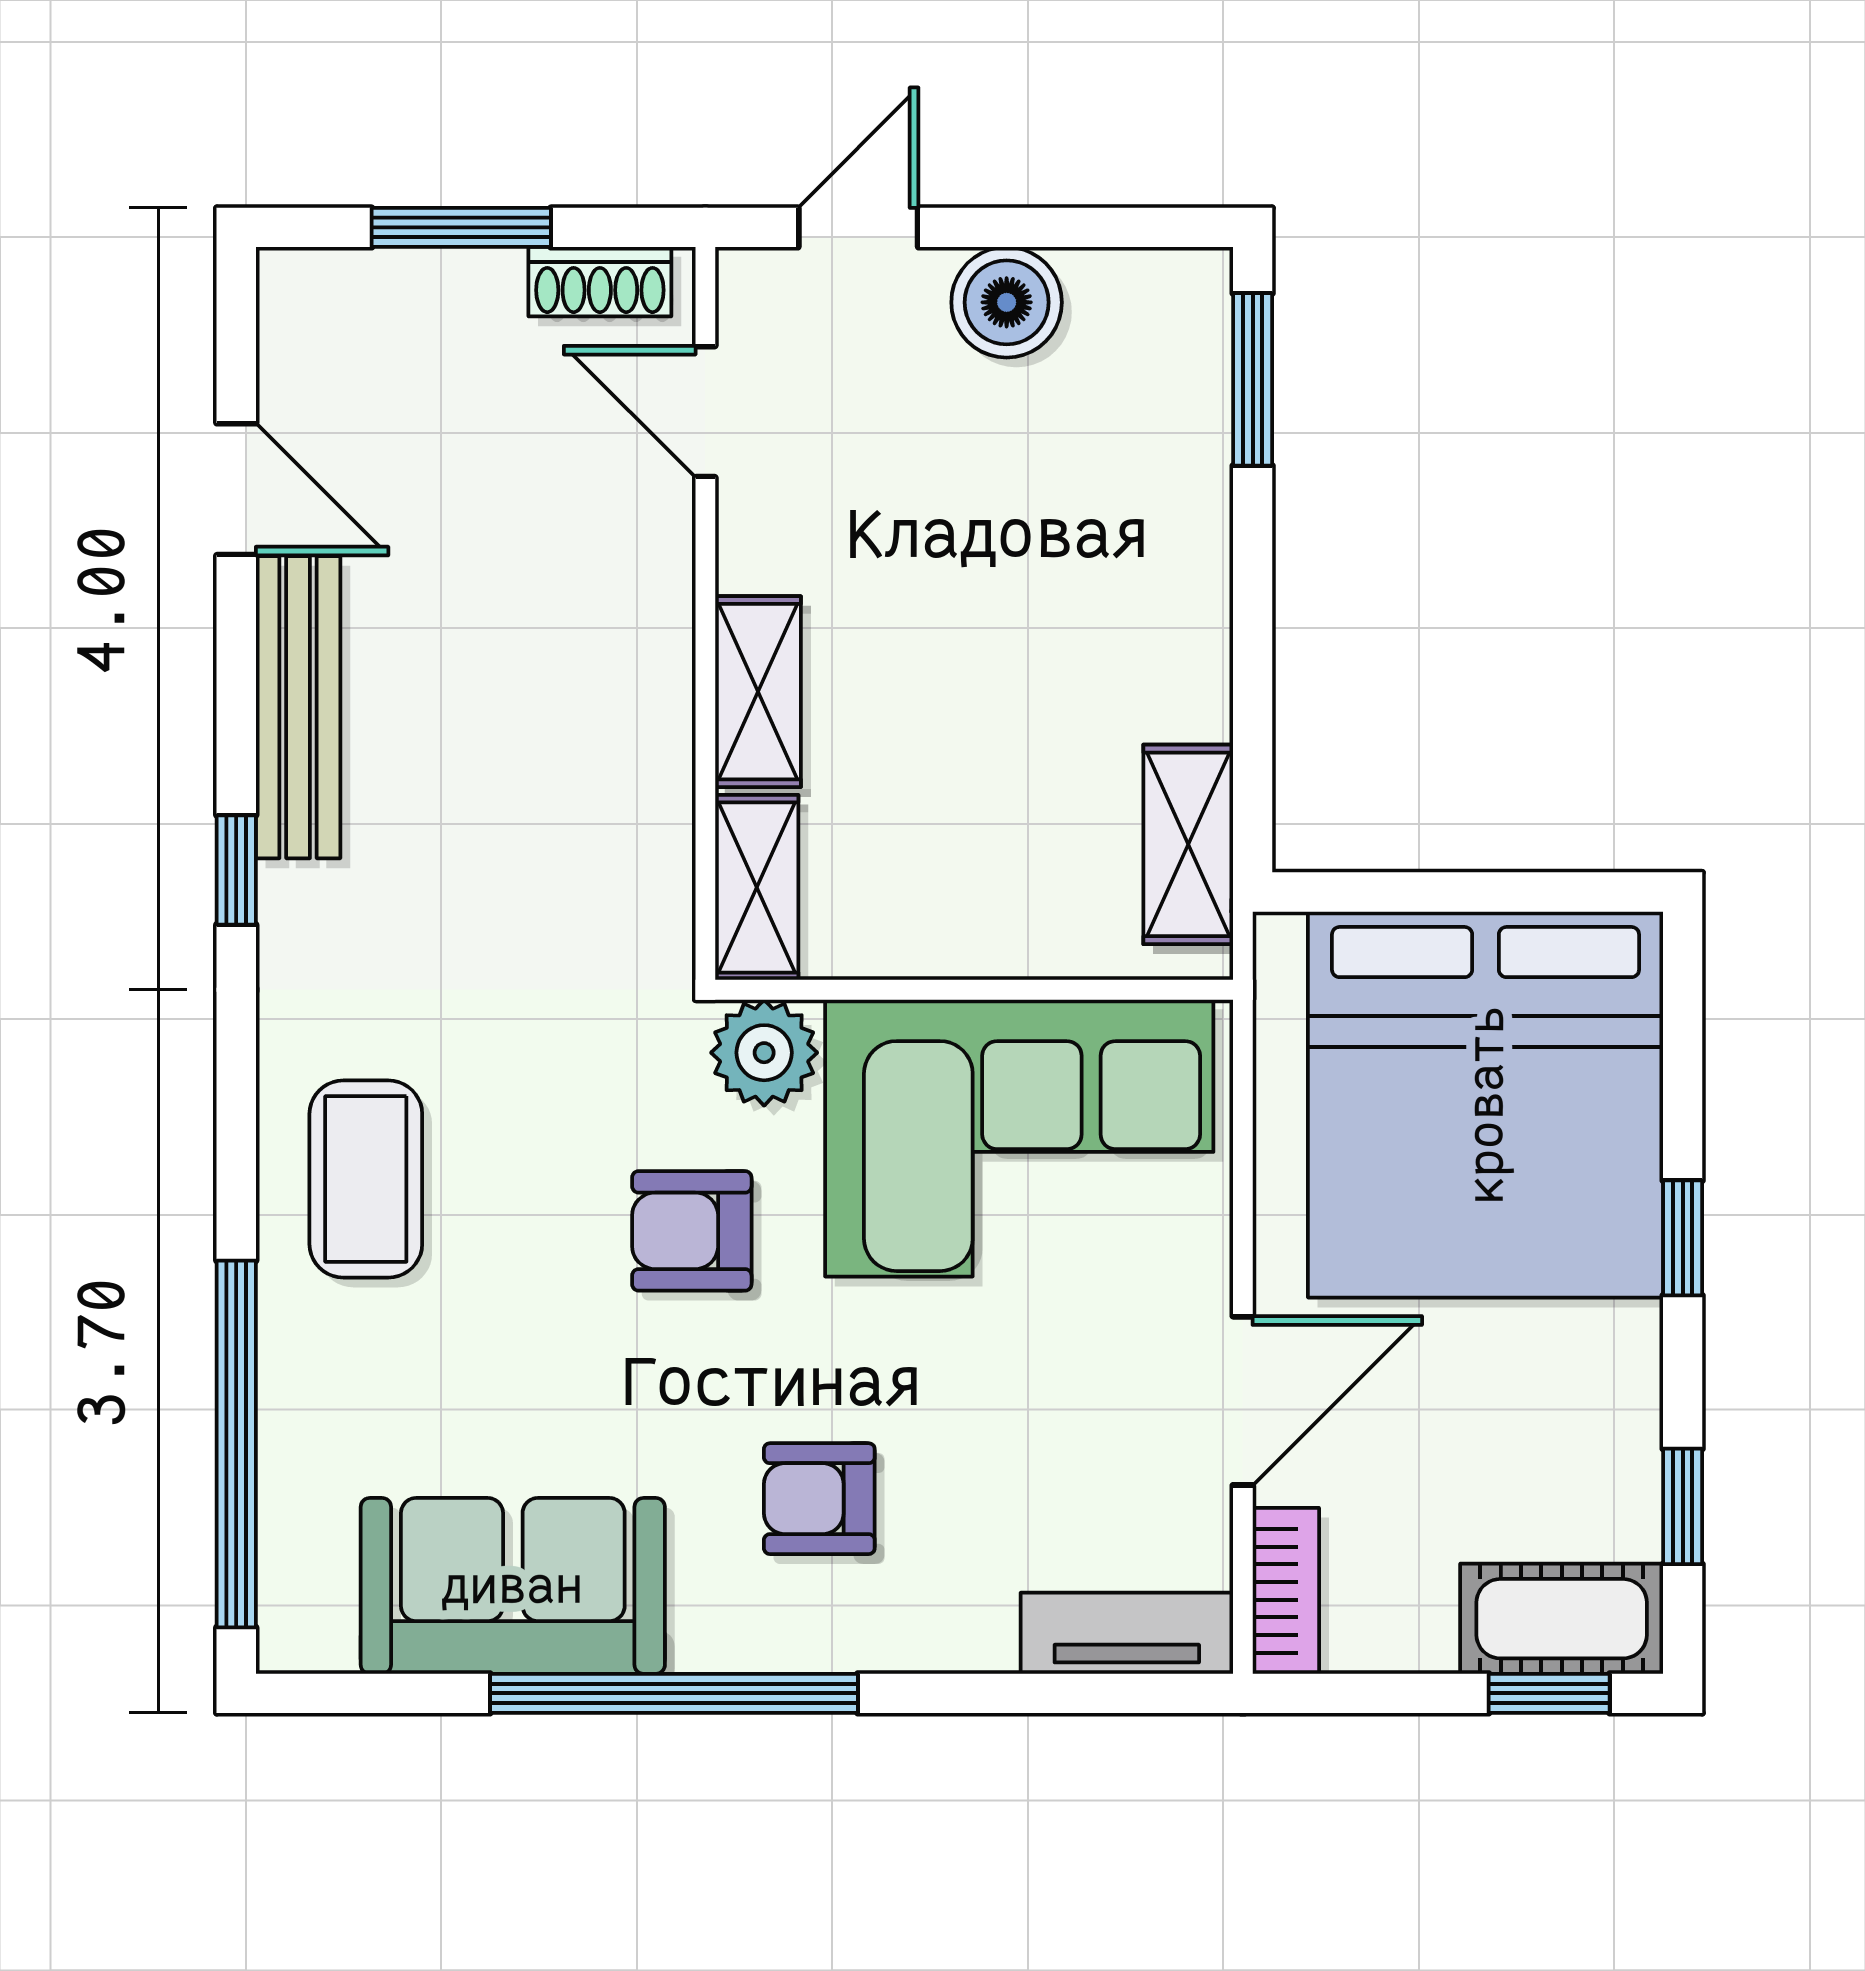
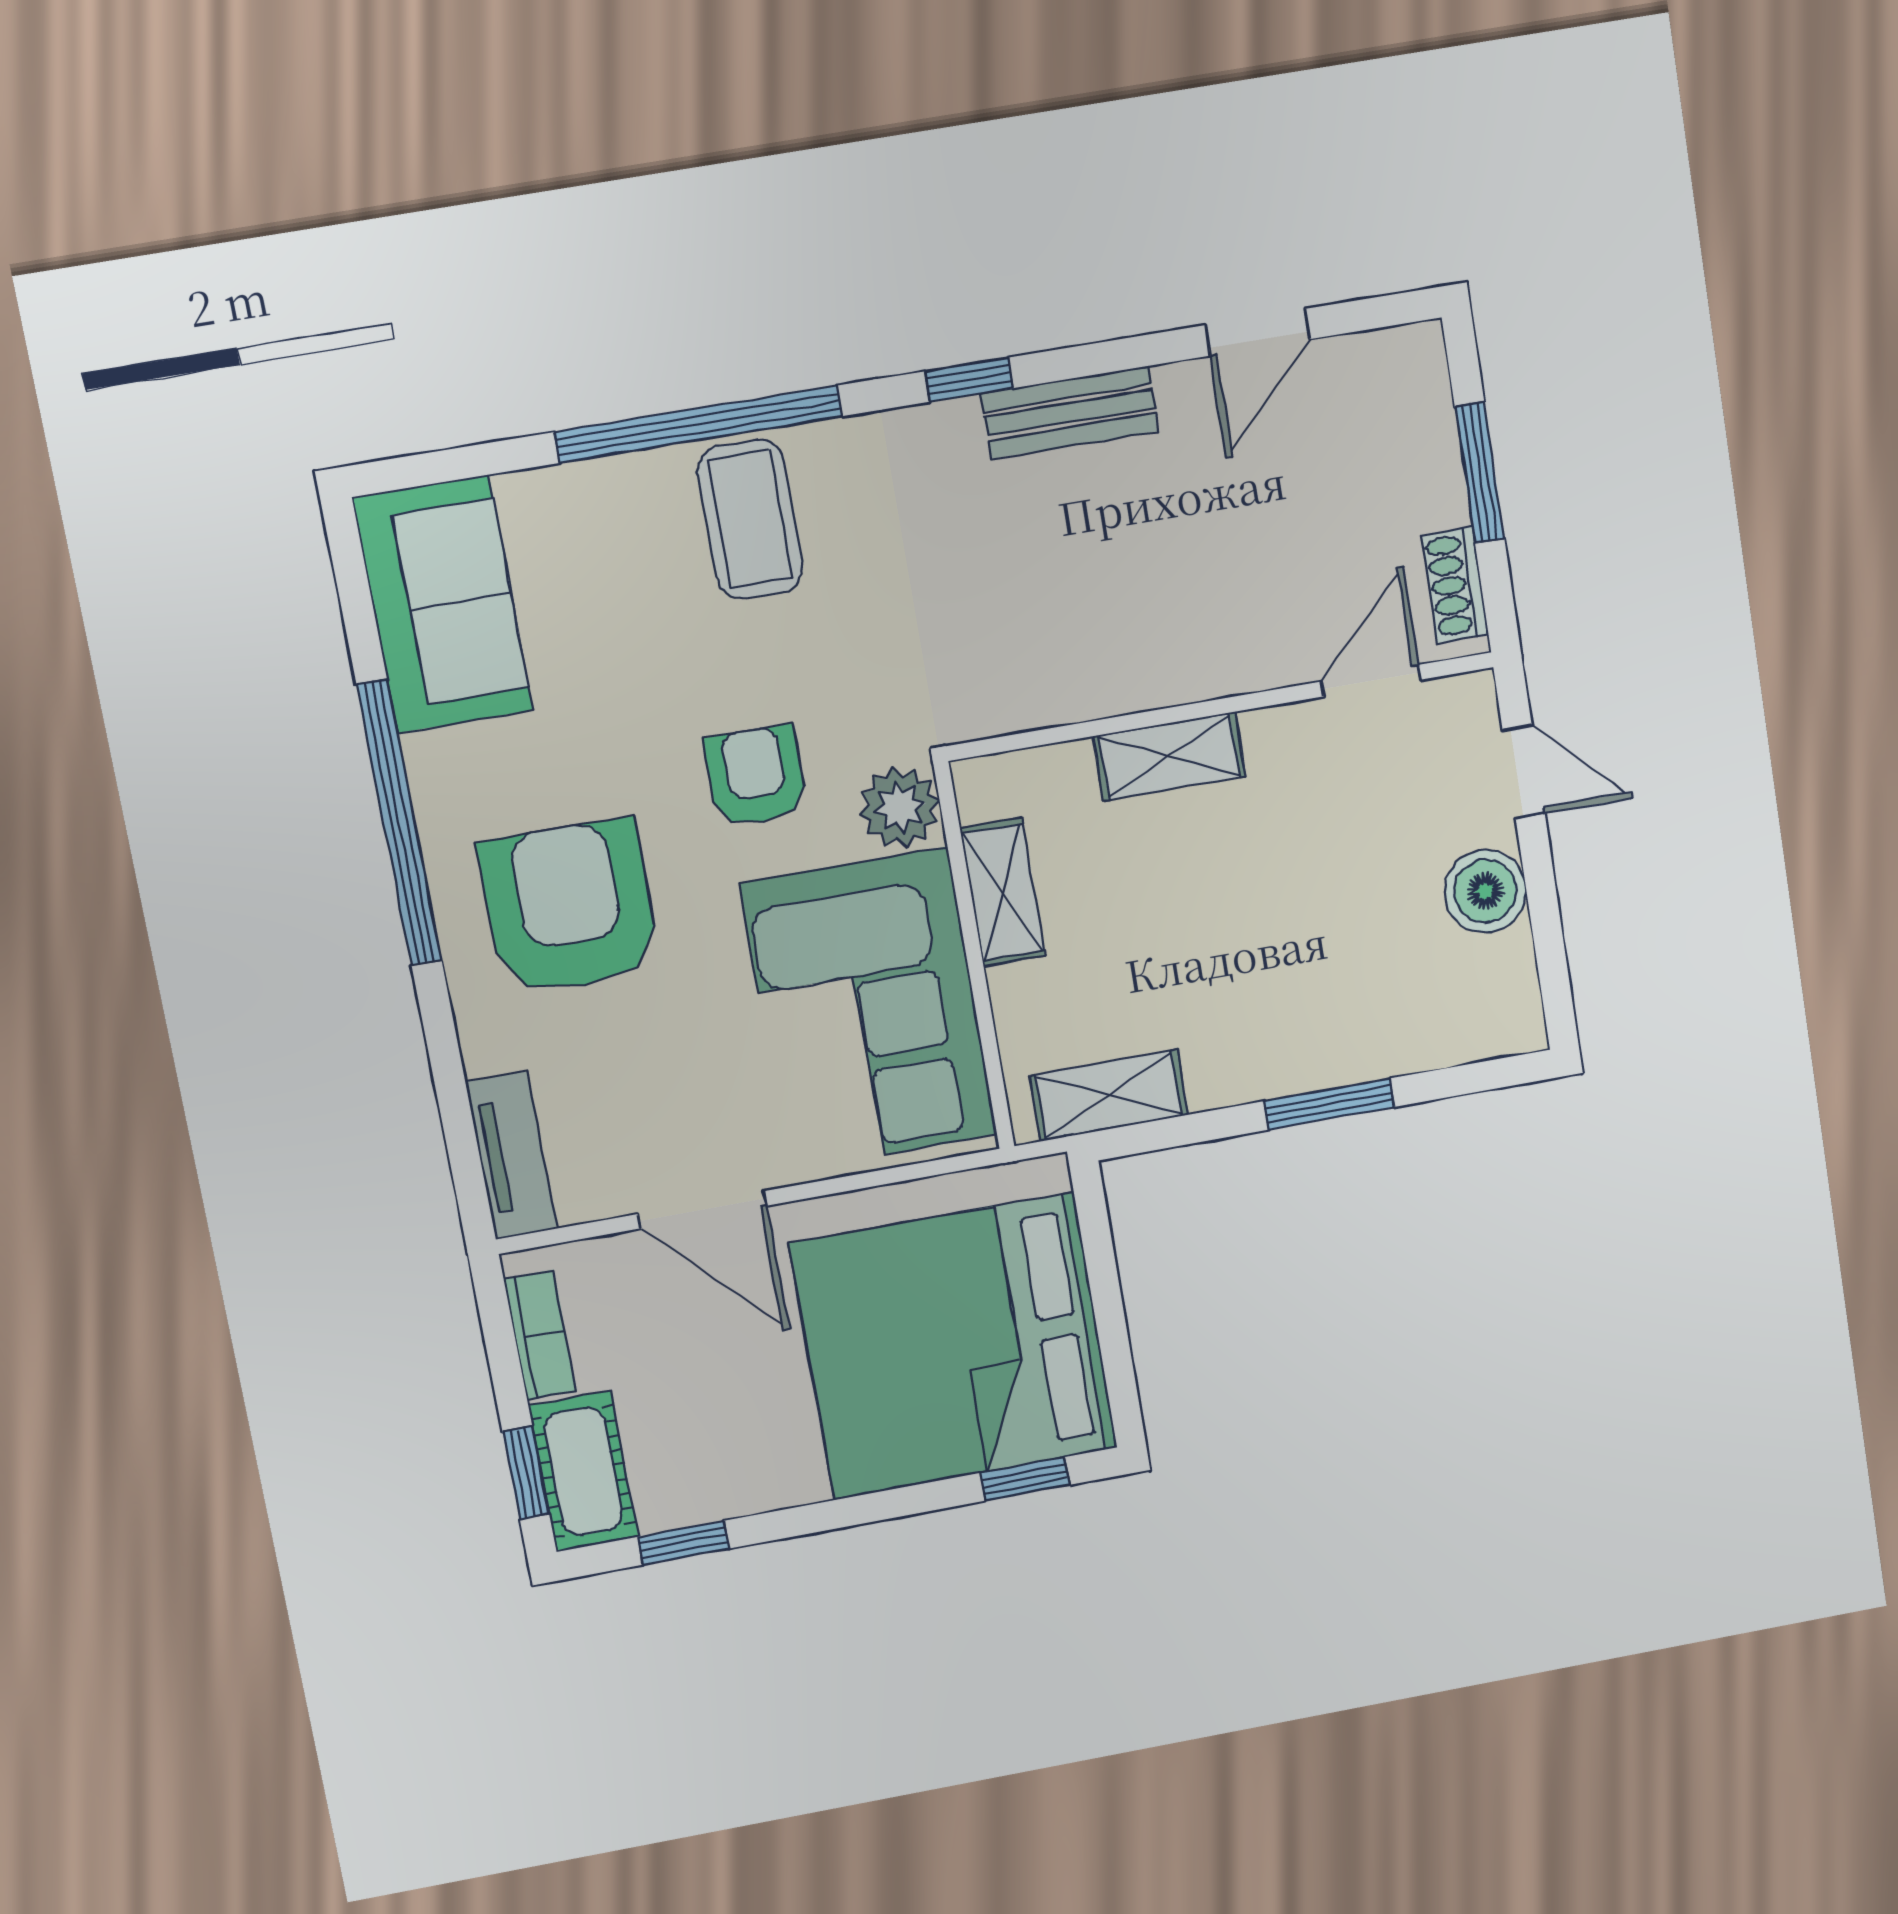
window: (1253, 379) -> (1329, 1104), moved
bench: (298, 707) -> (1070, 412), width x0.73
shelving: (757, 887) -> (1003, 892), moved, turned 90
coffee table: (366, 1179) -> (750, 519), turned 90
window: (1683, 1238) -> (1025, 1479), moved
window: (236, 1444) -> (699, 424), moved
armchair: (819, 1499) -> (570, 908), width x1.88, depth x1.88
sofa: (513, 1586) -> (443, 604), moved
bookcase: (1286, 1591) -> (540, 1335), moved, turned -90

